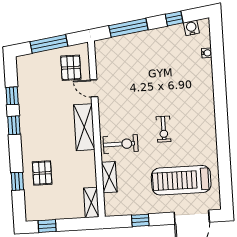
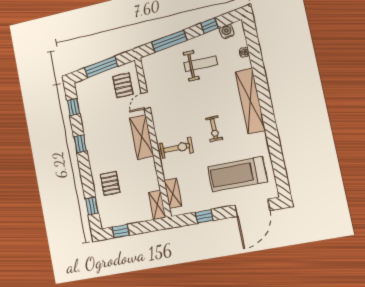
weight bench: (159, 58) -> (201, 64), added
door: (94, 88) -> (146, 101), hinge flipped
window: (12, 96) -> (73, 107), moved
shelving: (206, 105) -> (250, 101), added
shelving: (109, 177) -> (173, 193), moved
window: (17, 181) -> (92, 206), moved

